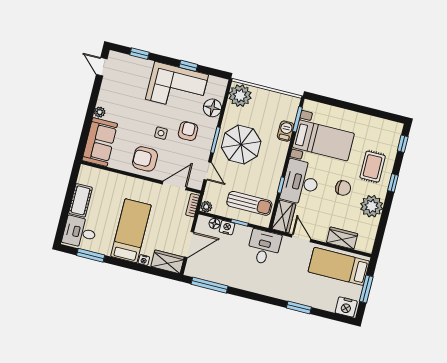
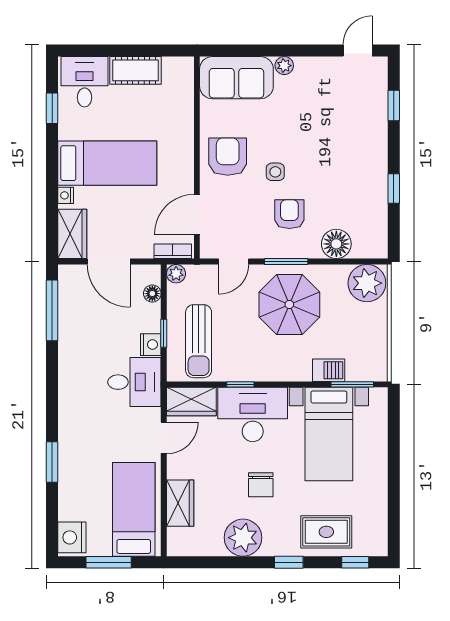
corner sofa: (177, 87) -> (355, 179), removed
armchair: (188, 131) -> (289, 214), turned -90
rug: (373, 167) -> (326, 532), moved
door: (174, 186) -> (197, 214), swing flipped
nightstand: (227, 228) -> (151, 345), moved
window: (91, 255) -> (52, 108), width x0.67

